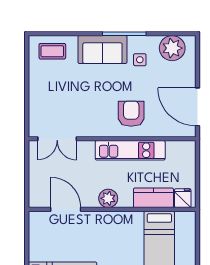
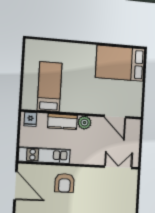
kitchen unit: (130, 150) -> (44, 155), moved
kitchen counter: (153, 198) -> (62, 122), moved

